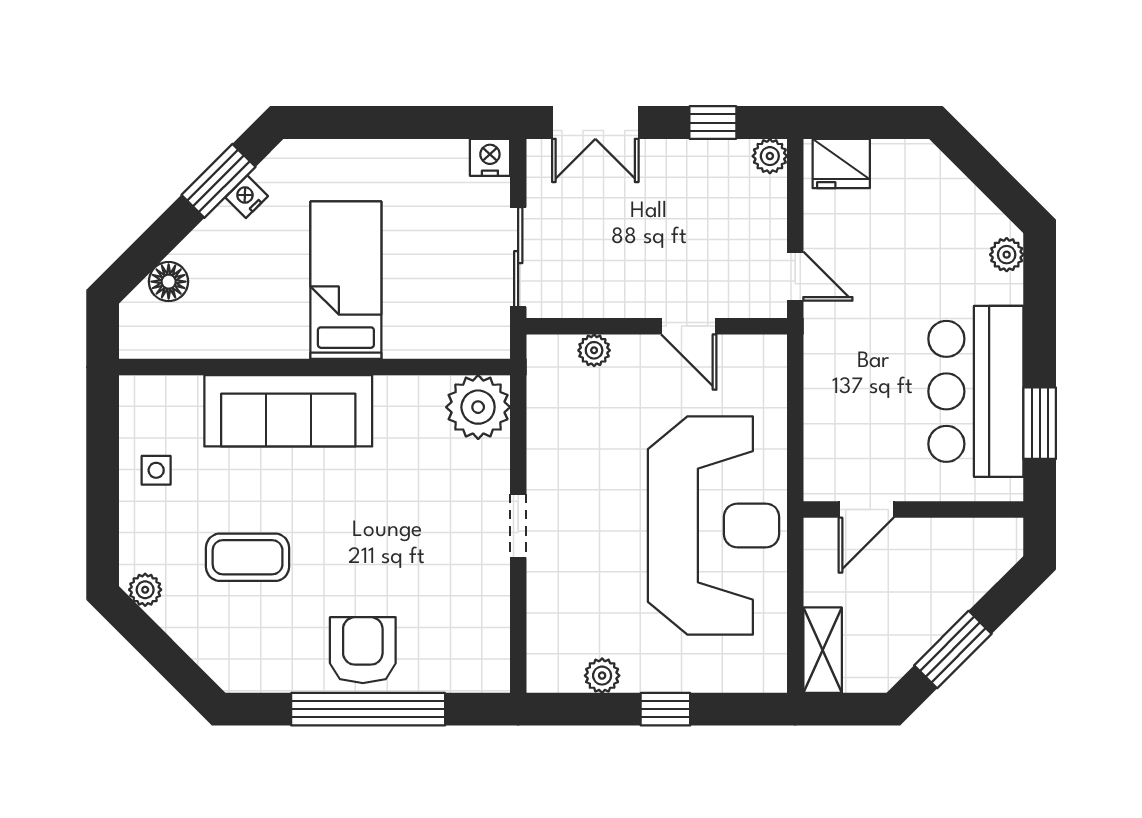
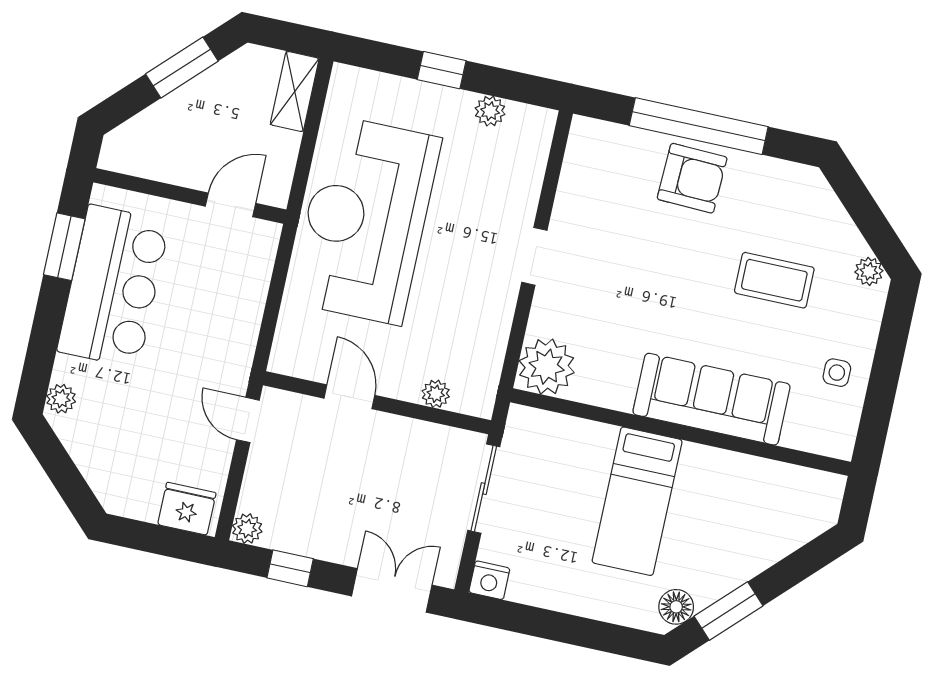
nightstand: (247, 197) -> (707, 592), removed
floor lamp: (169, 282) -> (676, 607), moved
armchair: (363, 650) -> (692, 178), turned -88

